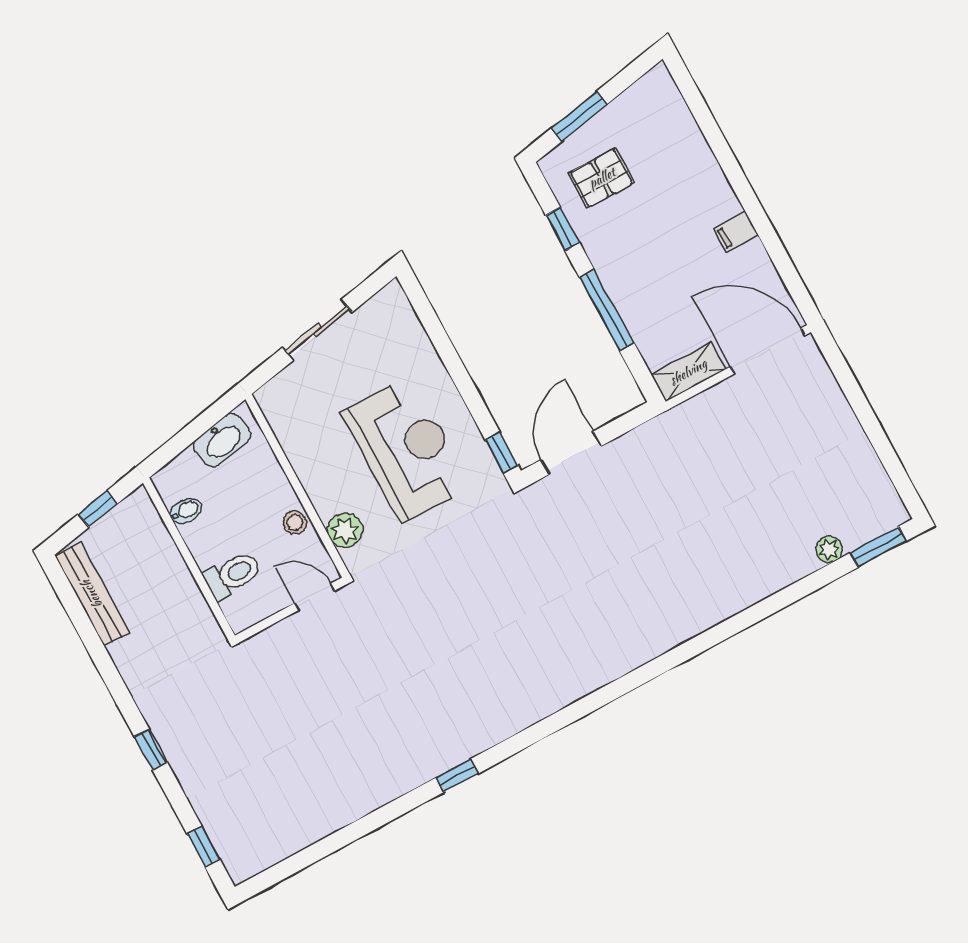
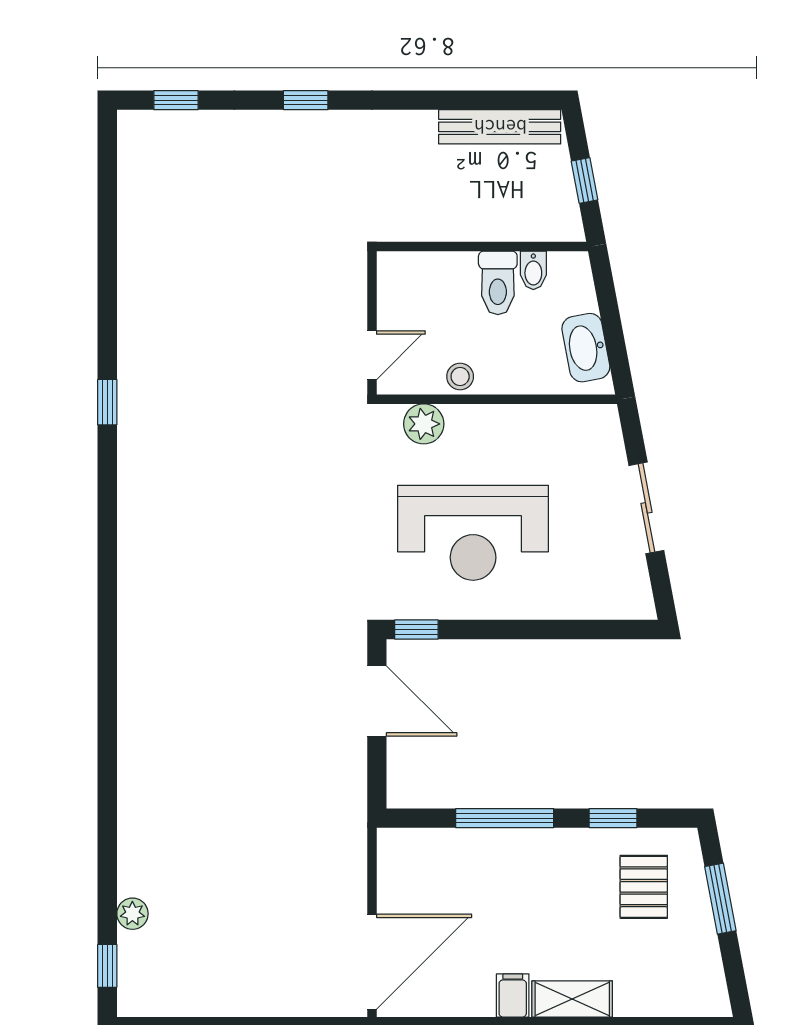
shelving: (688, 372) -> (572, 999), moved, turned 90
window: (878, 547) -> (107, 966), width x0.67
toilet: (233, 575) -> (498, 283), moved

